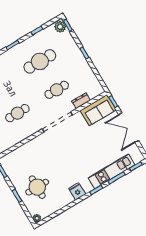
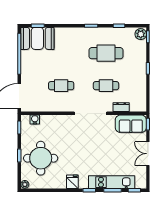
double door: (129, 127) -> (148, 154), width x0.73
water cooler: (12, 156) -> (35, 119), added
round table: (37, 187) -> (41, 158), width x1.36, depth x1.36

